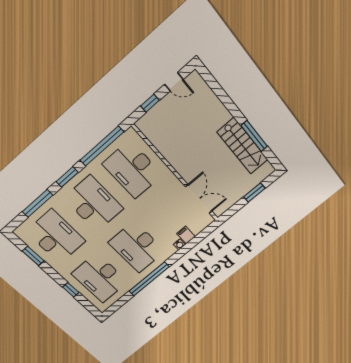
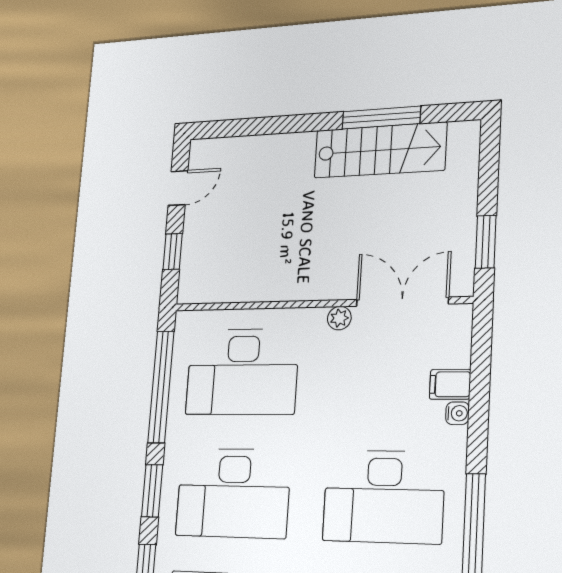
plant: (177, 185) -> (339, 318), added
window: (254, 193) -> (486, 242), moved
desk: (94, 204) -> (233, 493), turned 180

